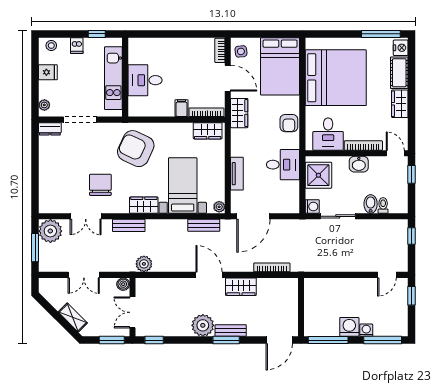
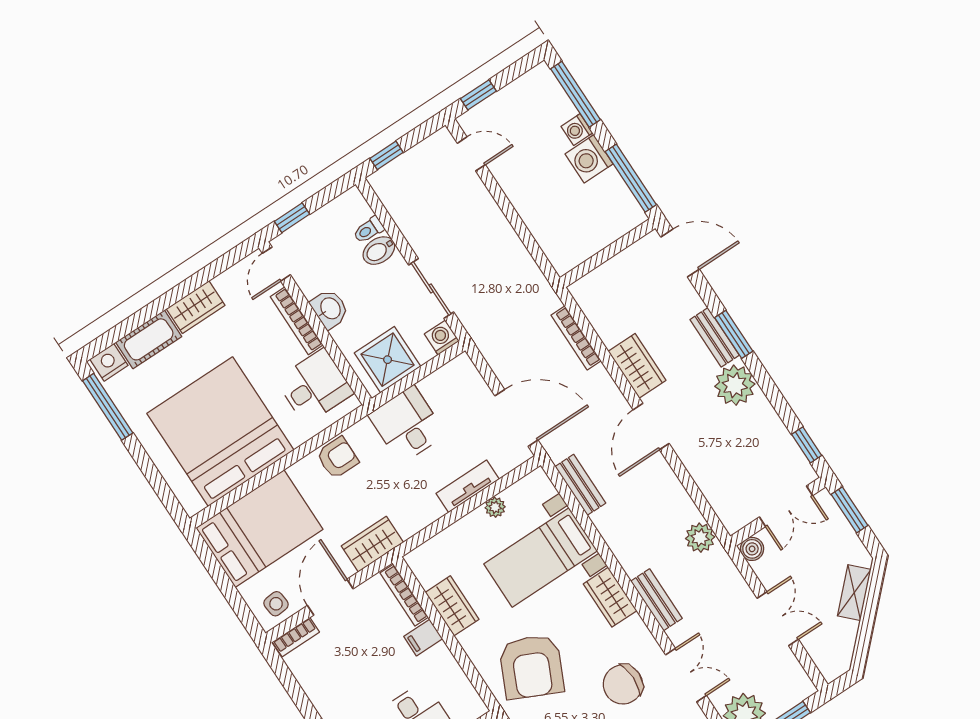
wardrobe: (208, 131) -> (452, 606), moved
plant: (219, 207) -> (495, 507), moved

